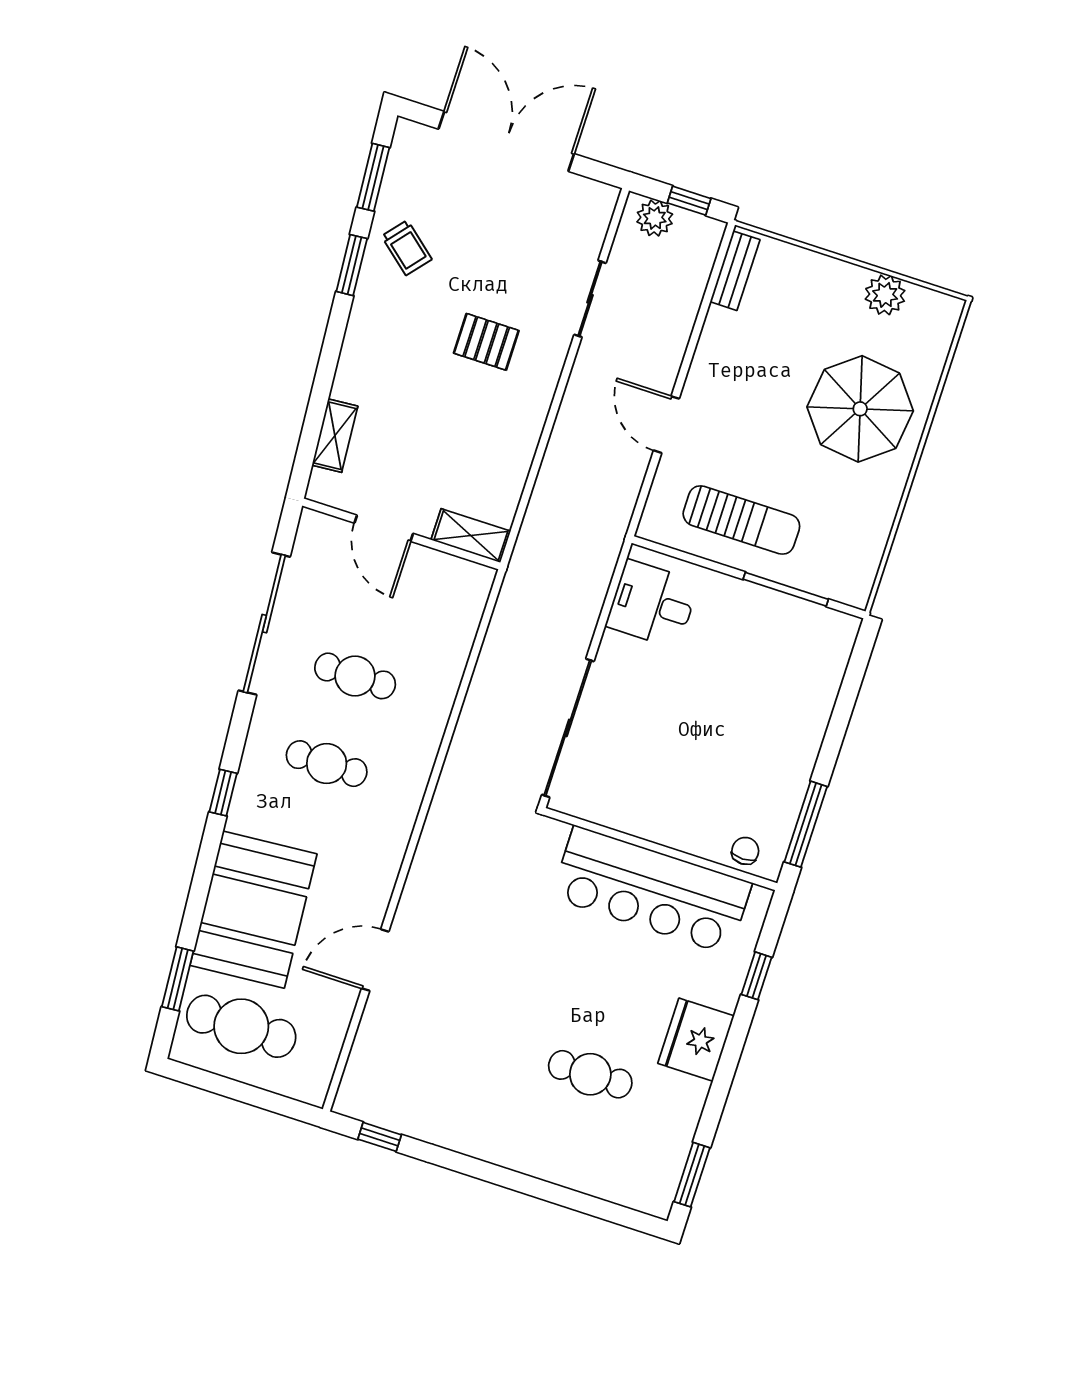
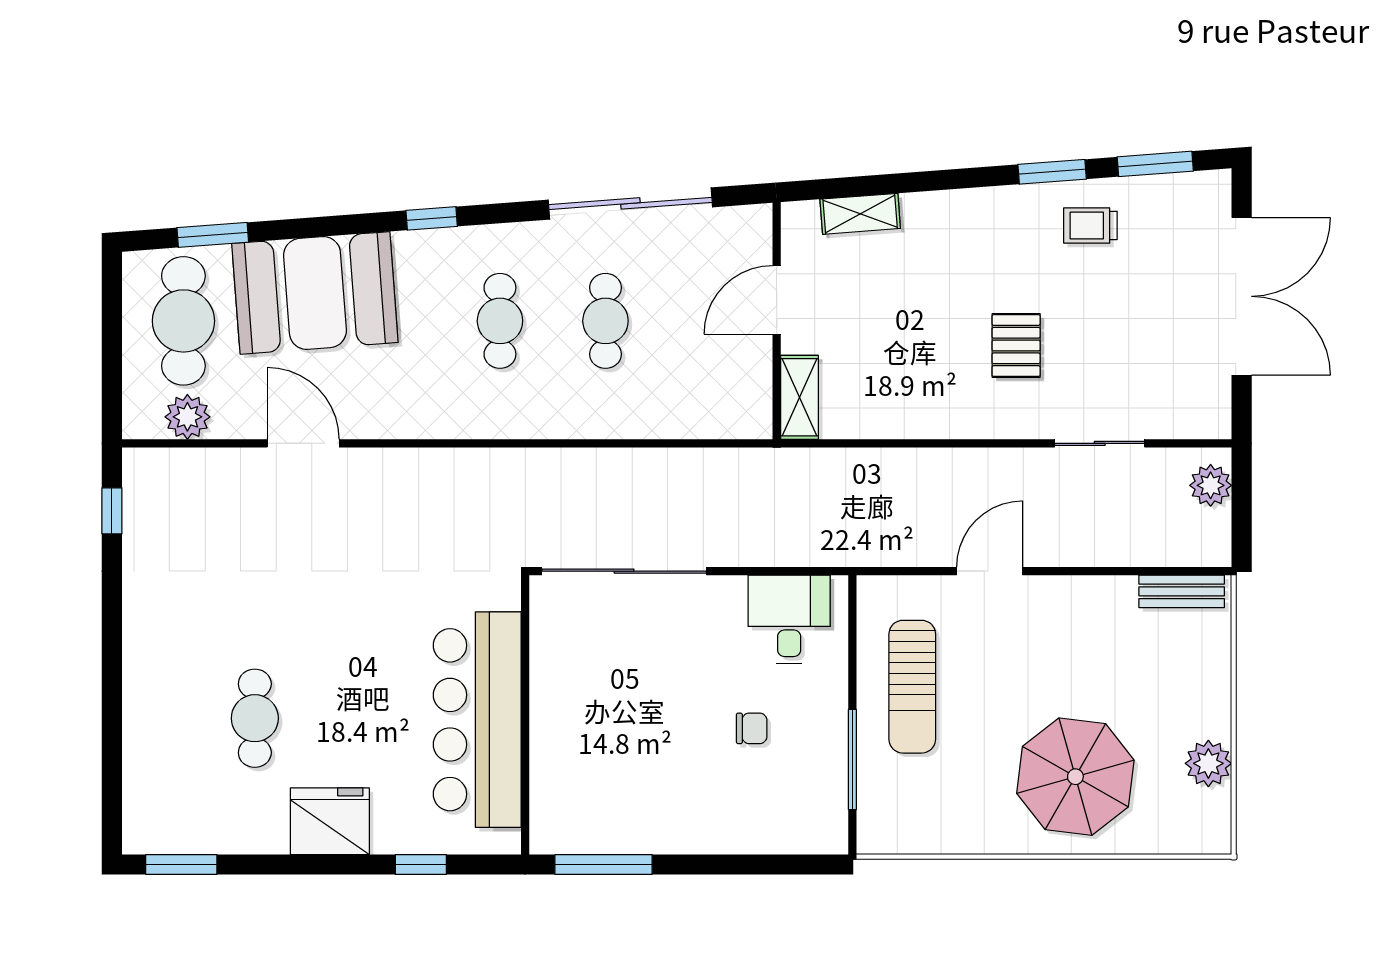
window: (689, 201) -> (1242, 517), removed
trolley: (407, 248) -> (1090, 225), turned 50
chair: (745, 851) -> (752, 728), moved
plant: (322, 1049) -> (187, 417), added

